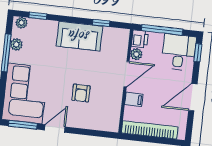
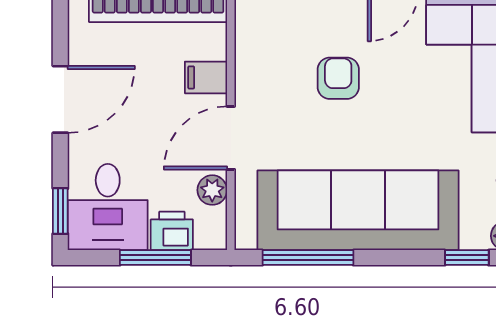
window: (101, 23) -> (308, 258), width x2.17
window: (162, 30) -> (155, 258), width x0.69
sofa: (79, 36) -> (358, 210), width x1.85, depth x1.27
printer: (140, 39) -> (172, 231), moved, turned 90

